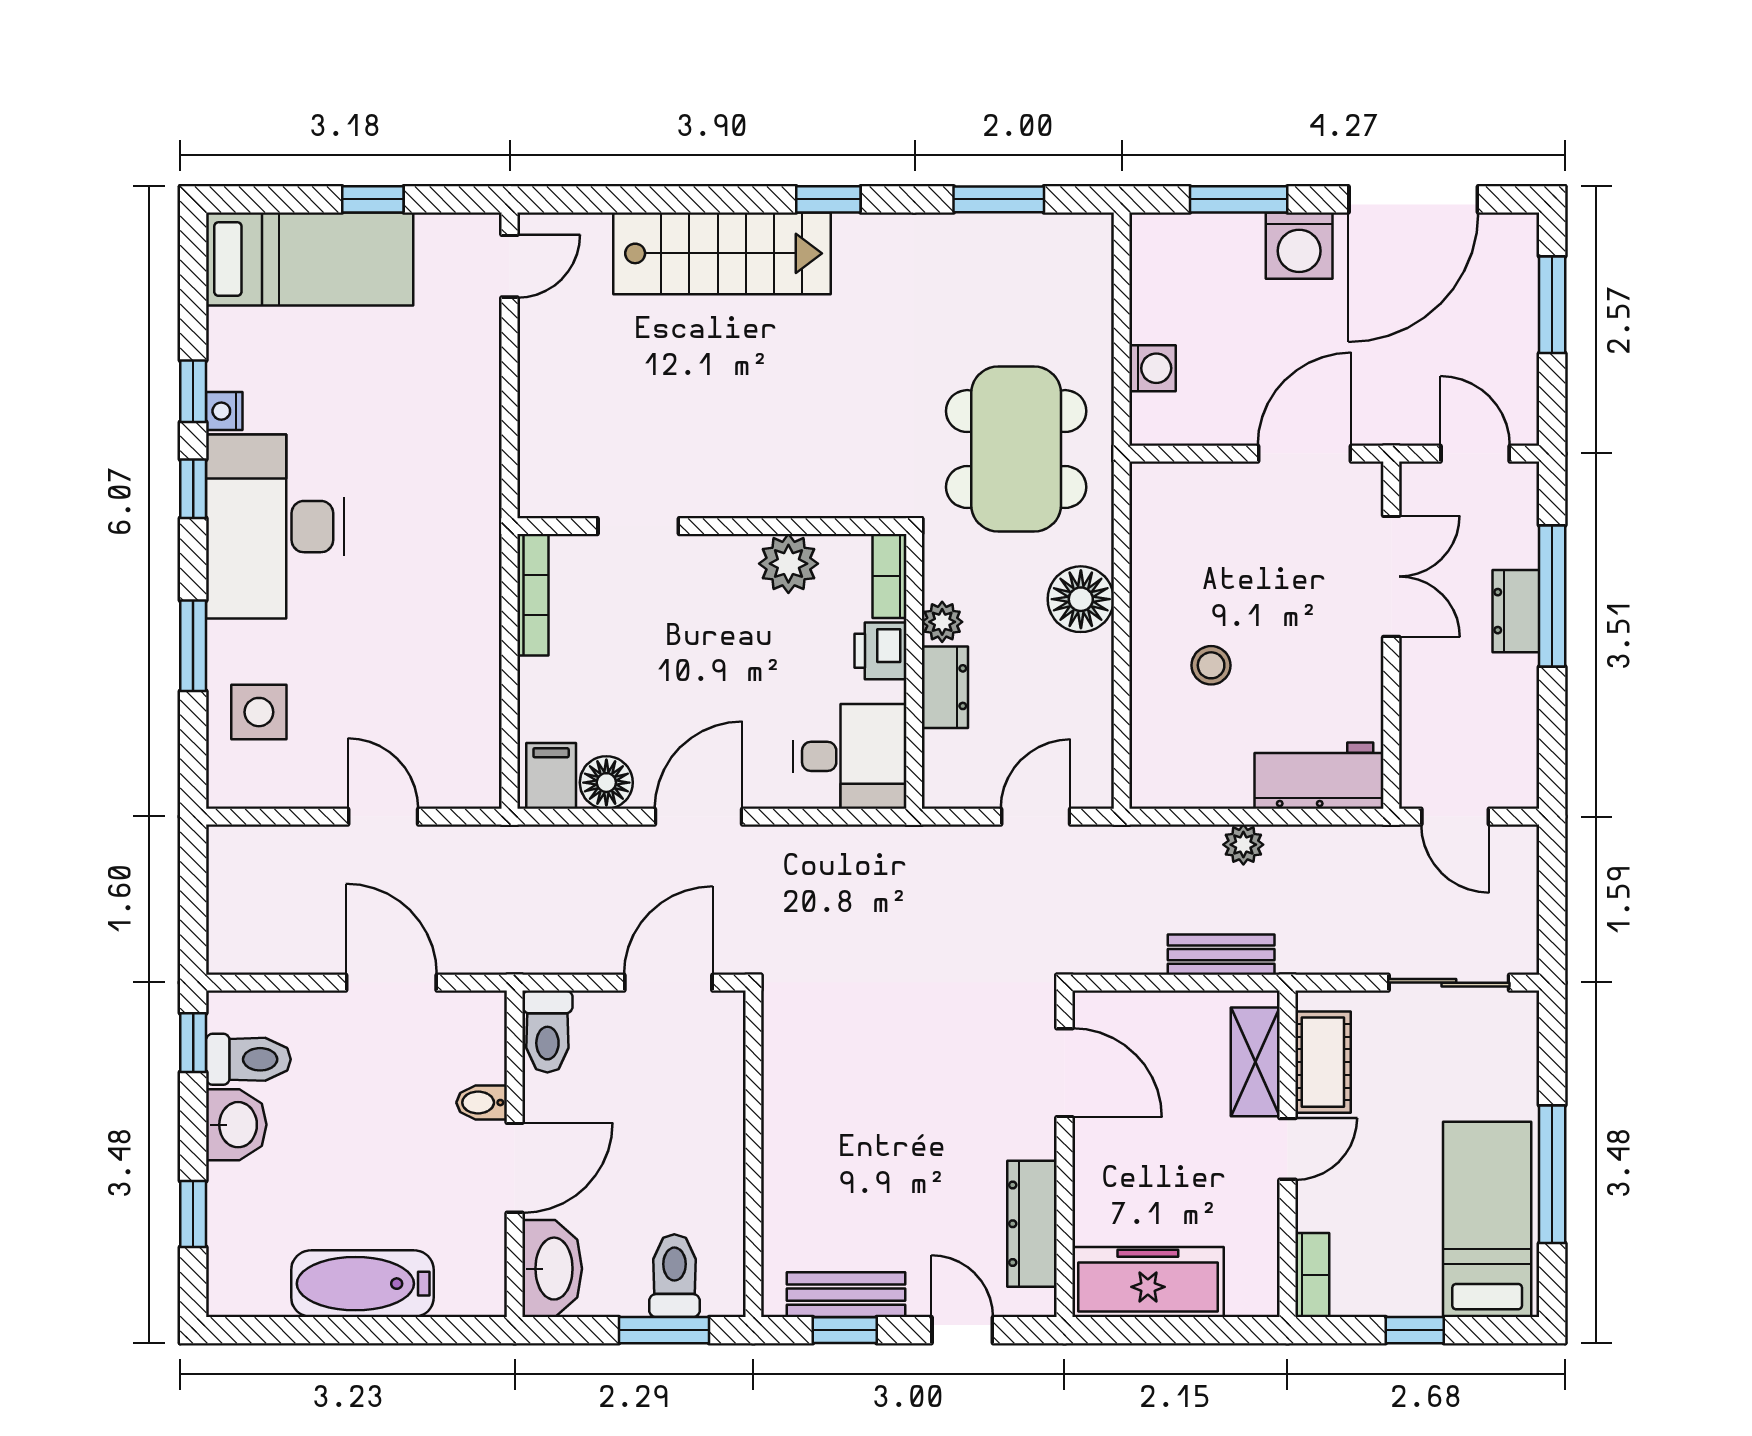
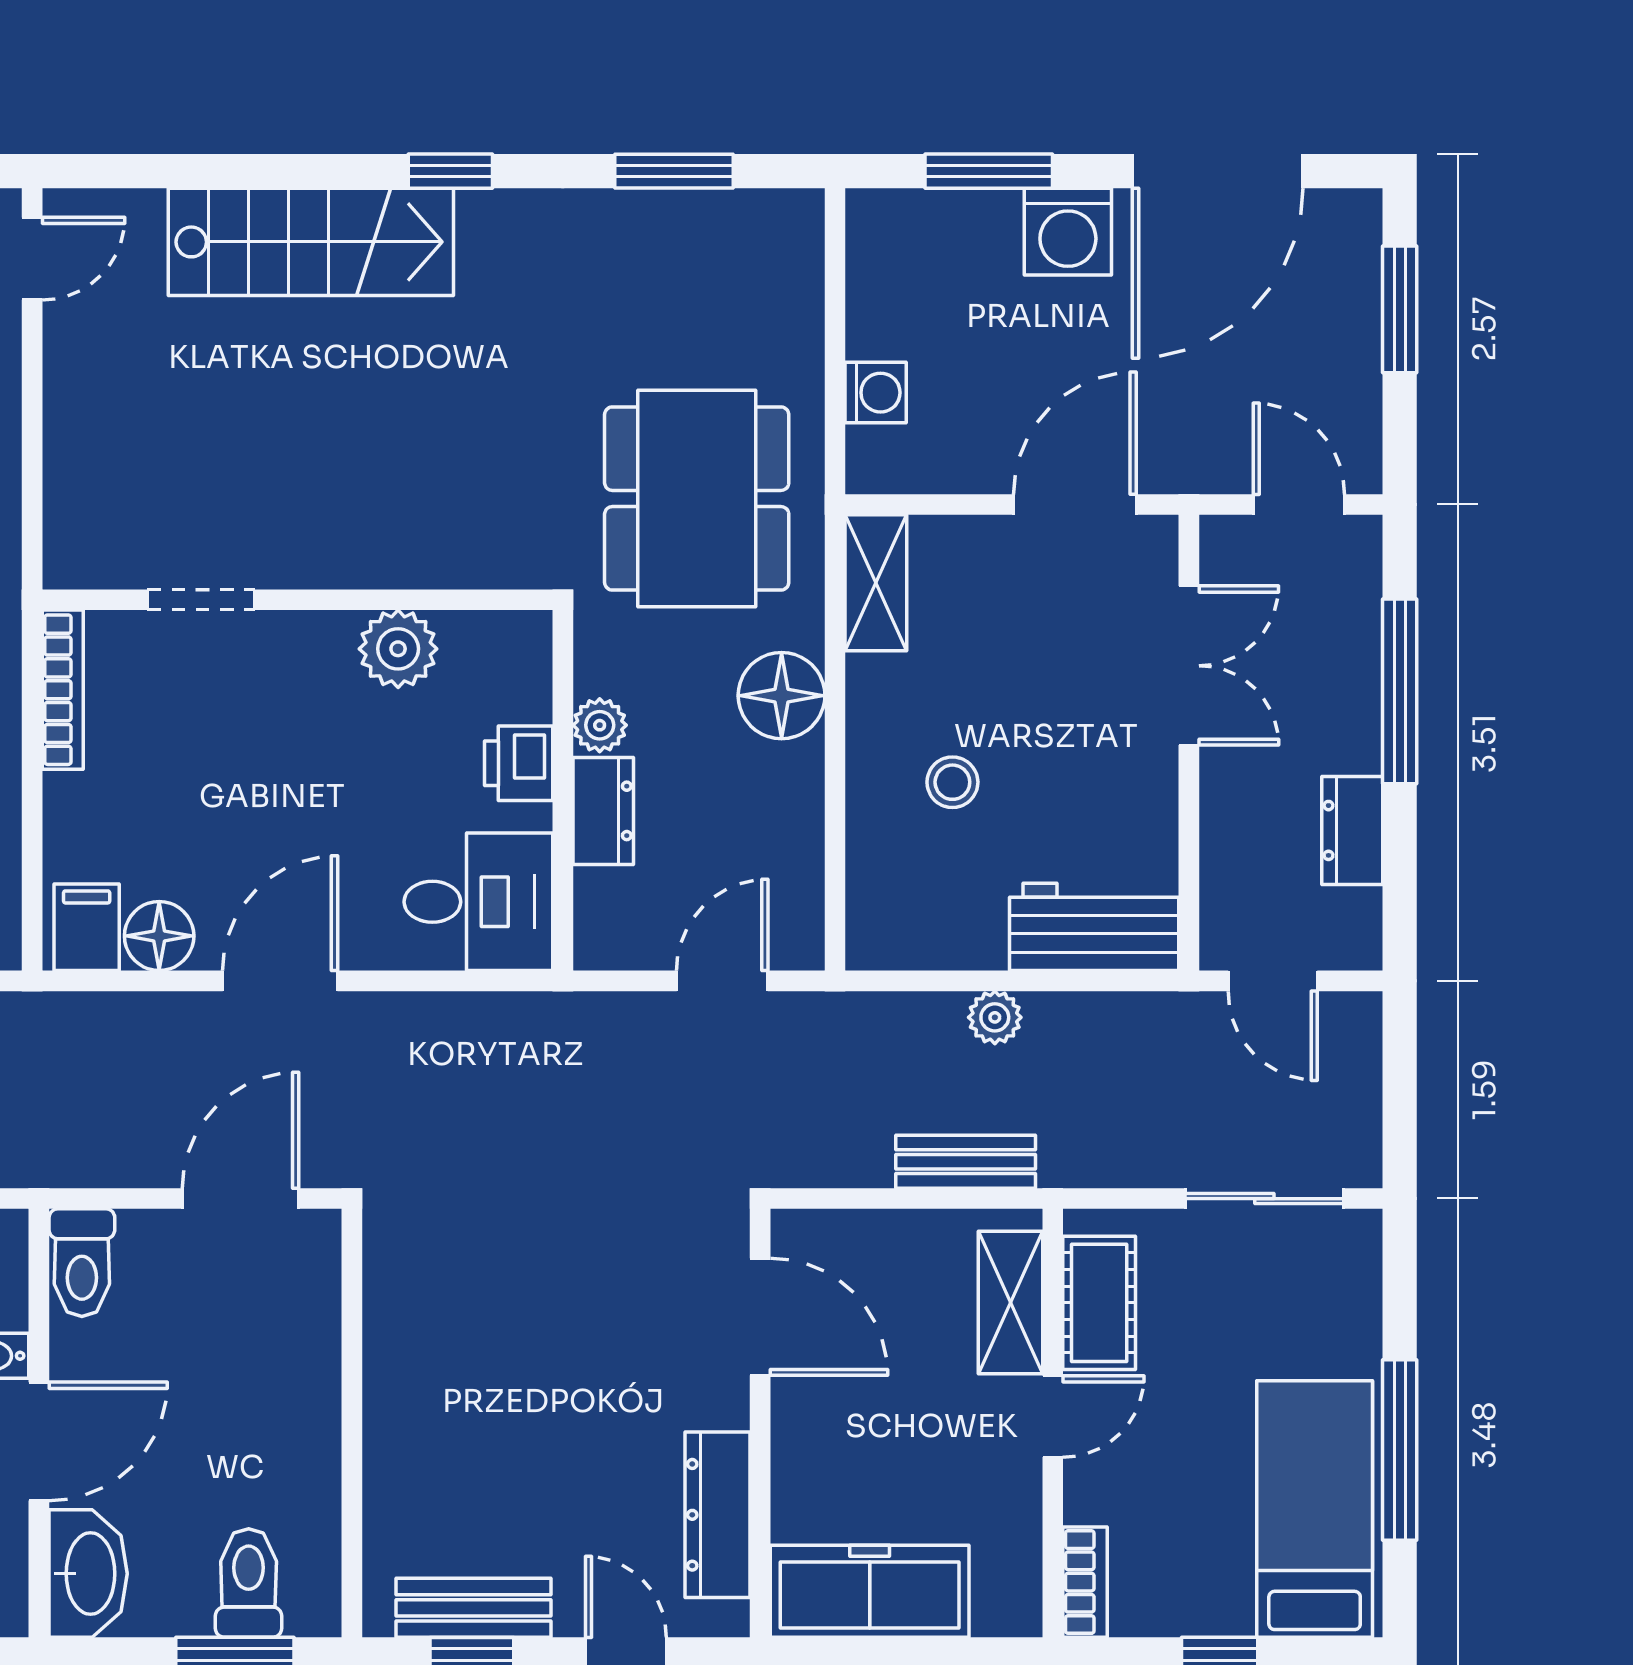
shelving: (1153, 513) -> (876, 583), added
bookcase: (889, 576) -> (531, 665), removed
dresser: (1516, 611) -> (1352, 830), moved

